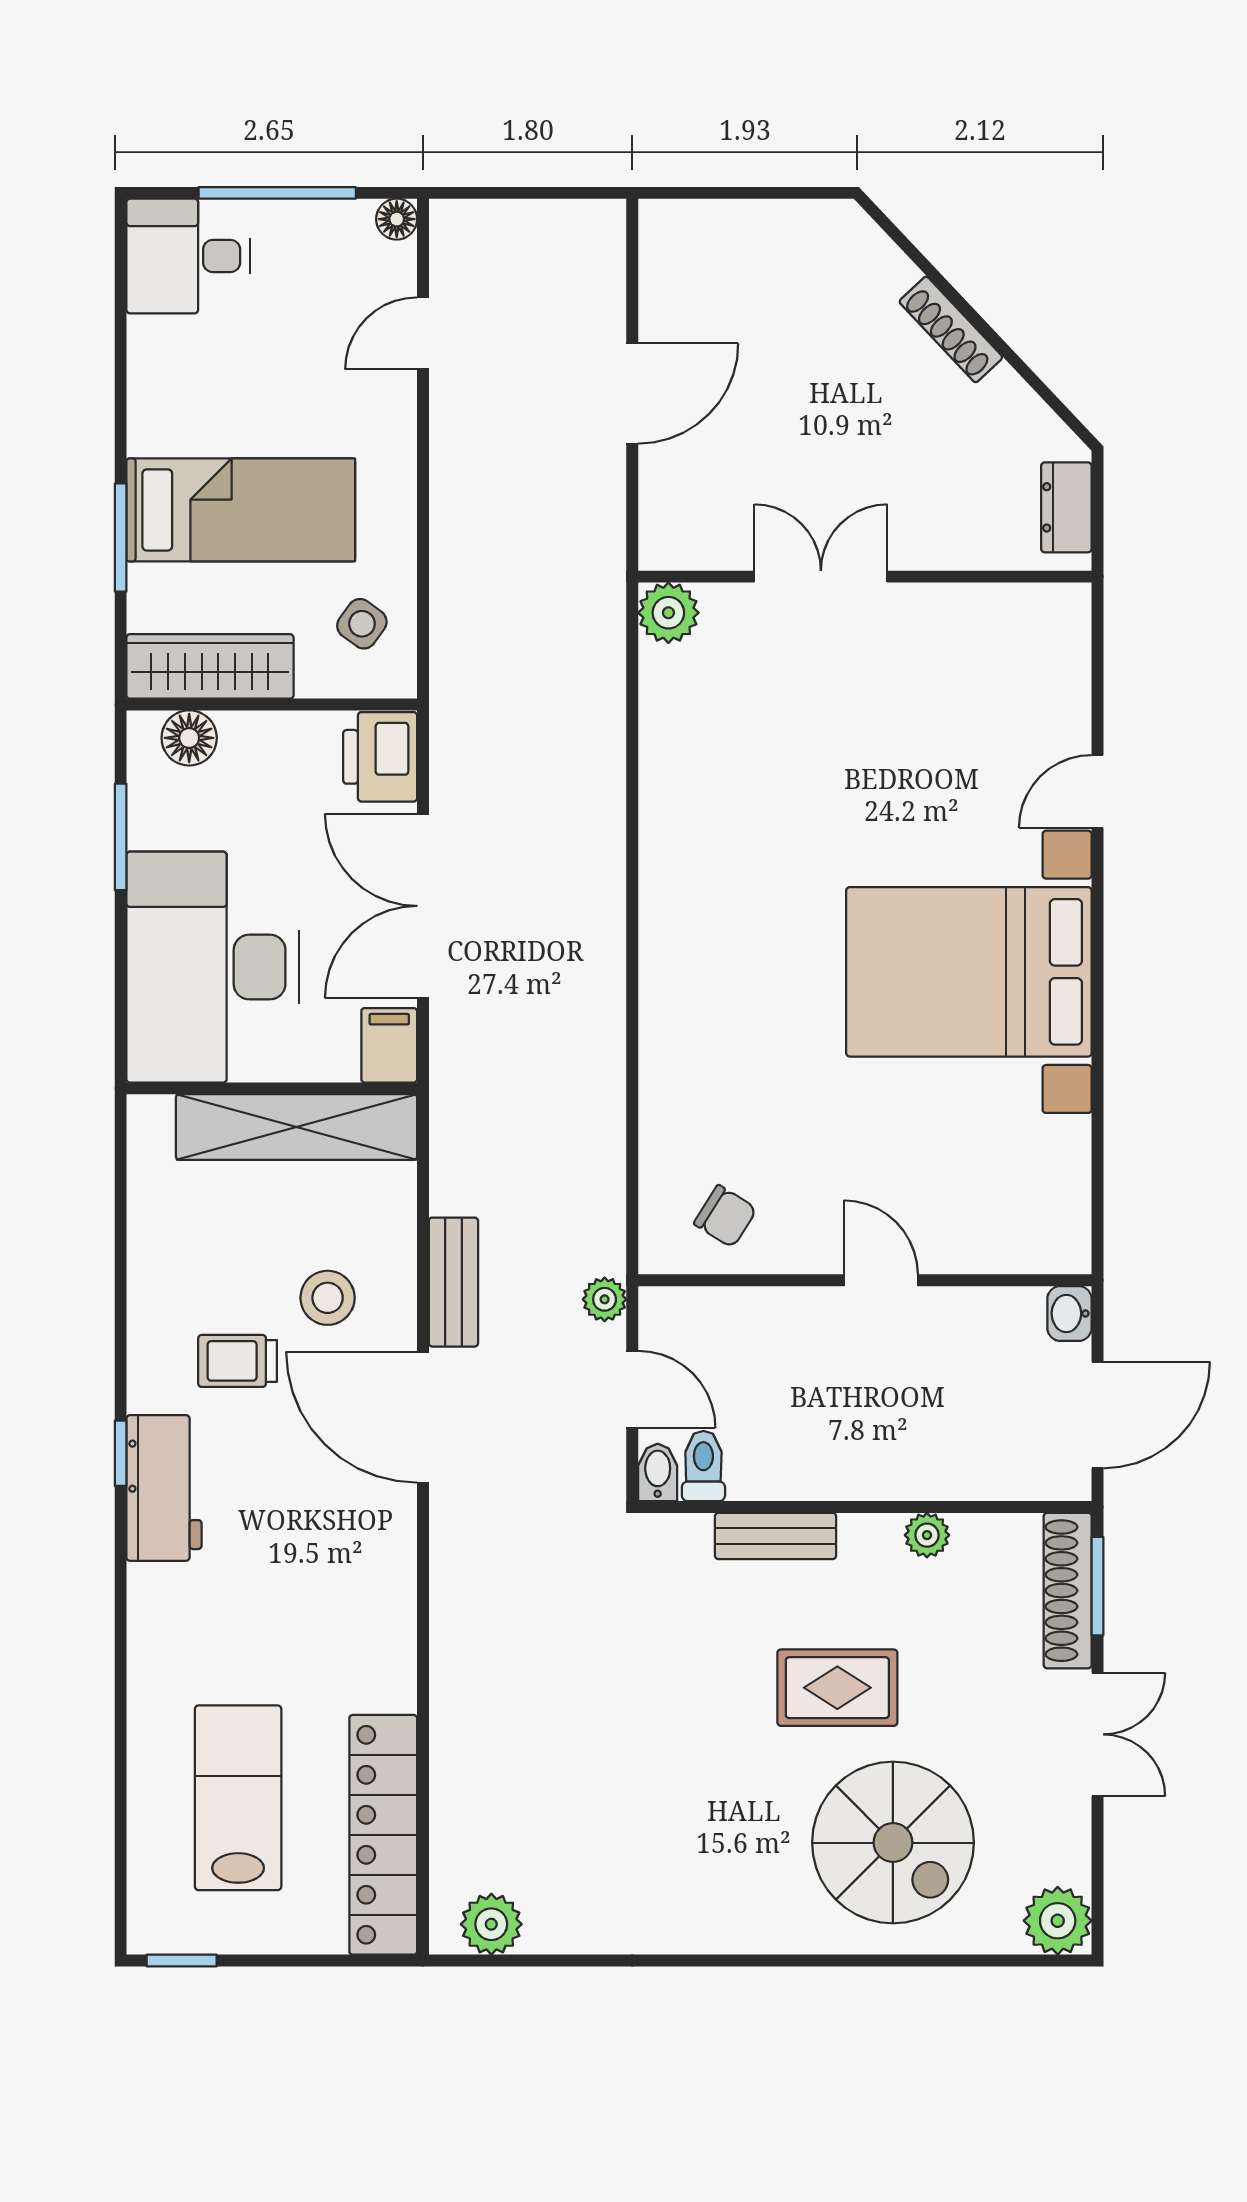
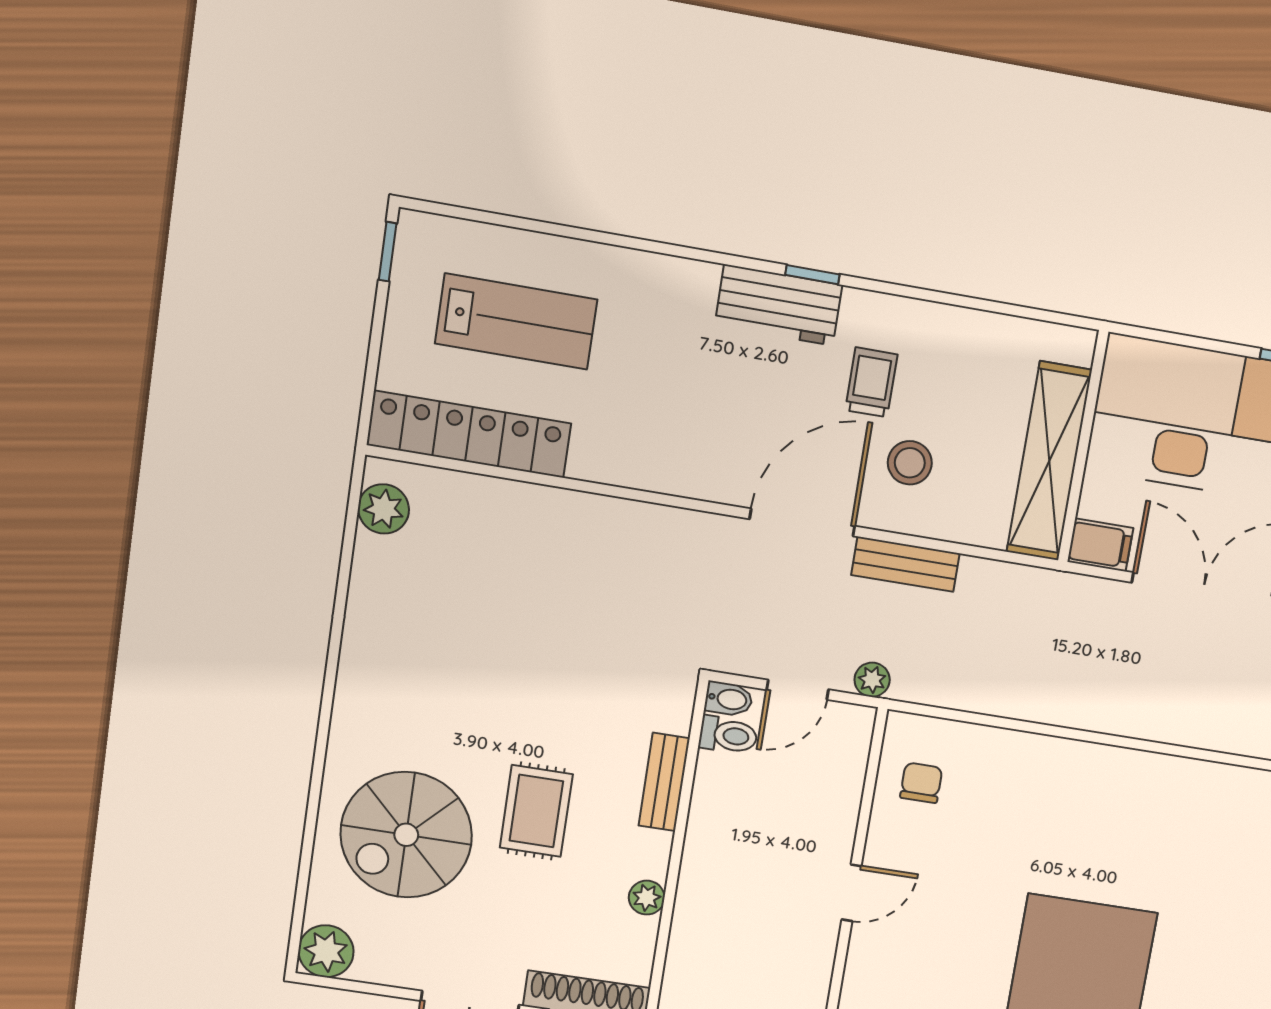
chair: (725, 1216) -> (921, 783), turned 148

